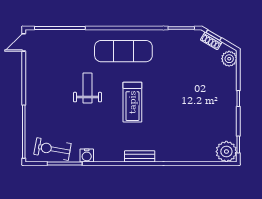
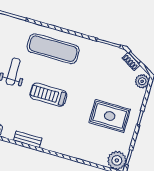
treadmill: (132, 102) -> (48, 95), turned 90
rug: (205, 106) -> (110, 116), added
bench: (140, 156) -> (28, 139), moved

